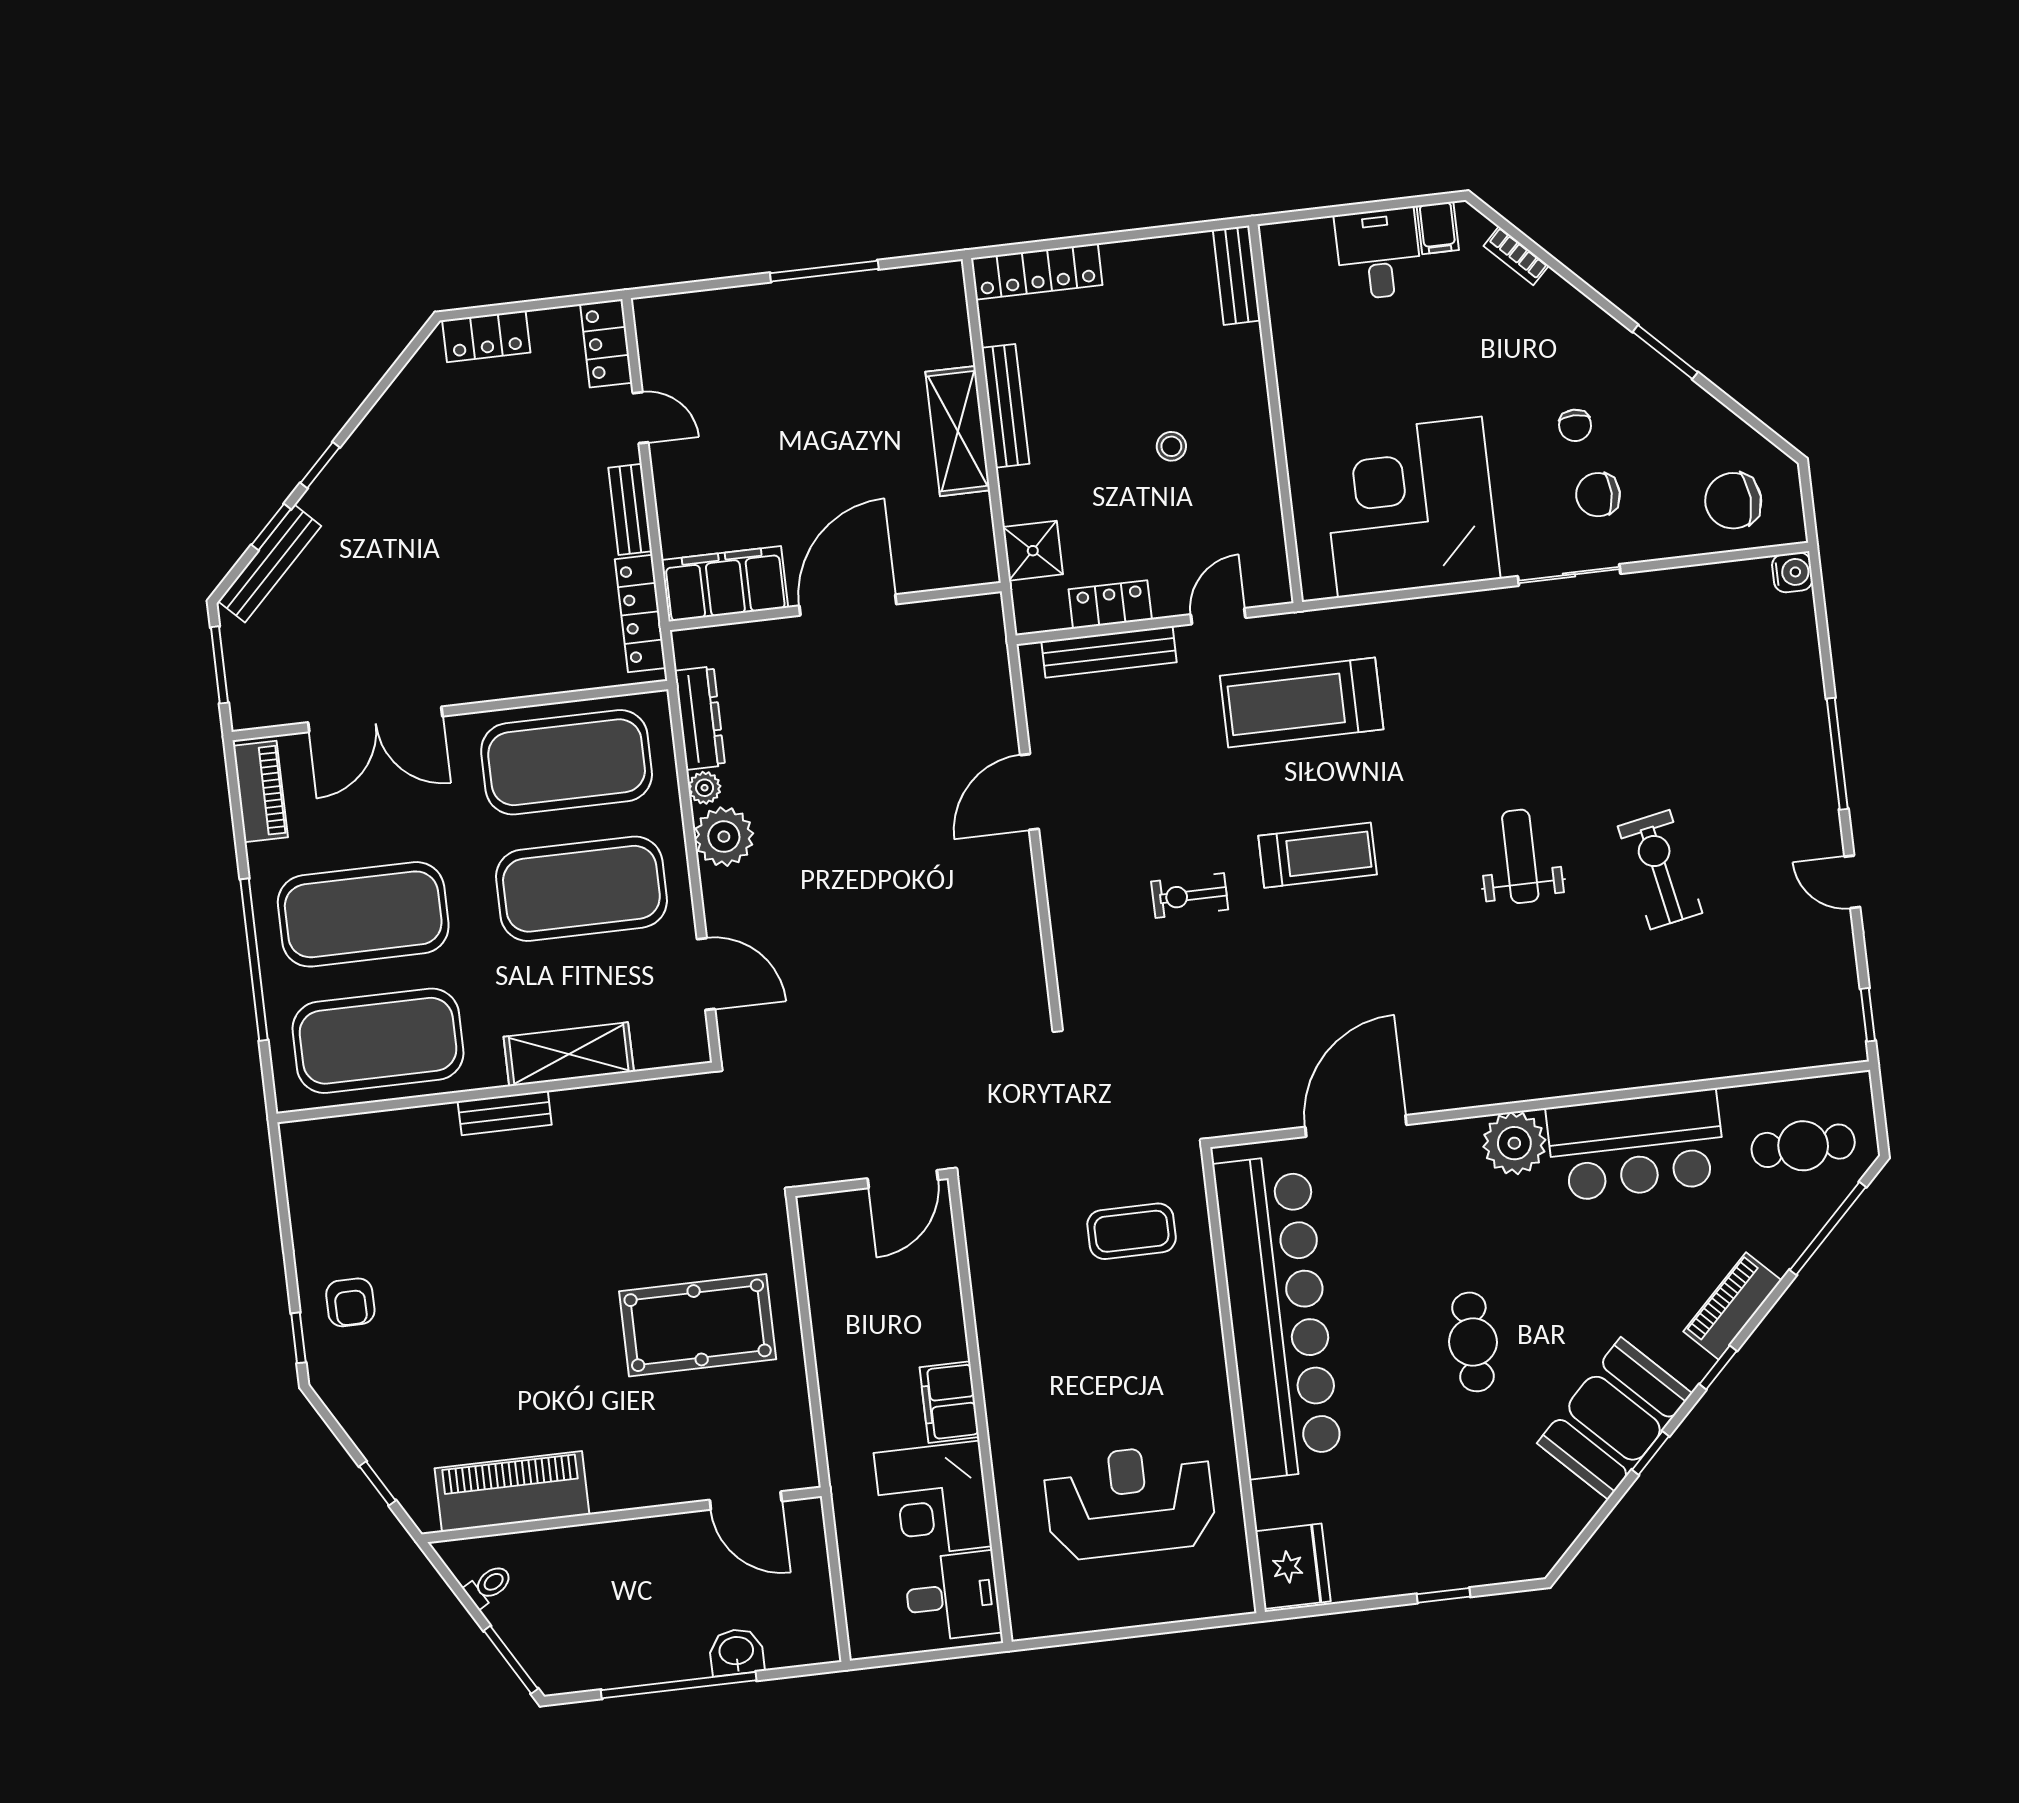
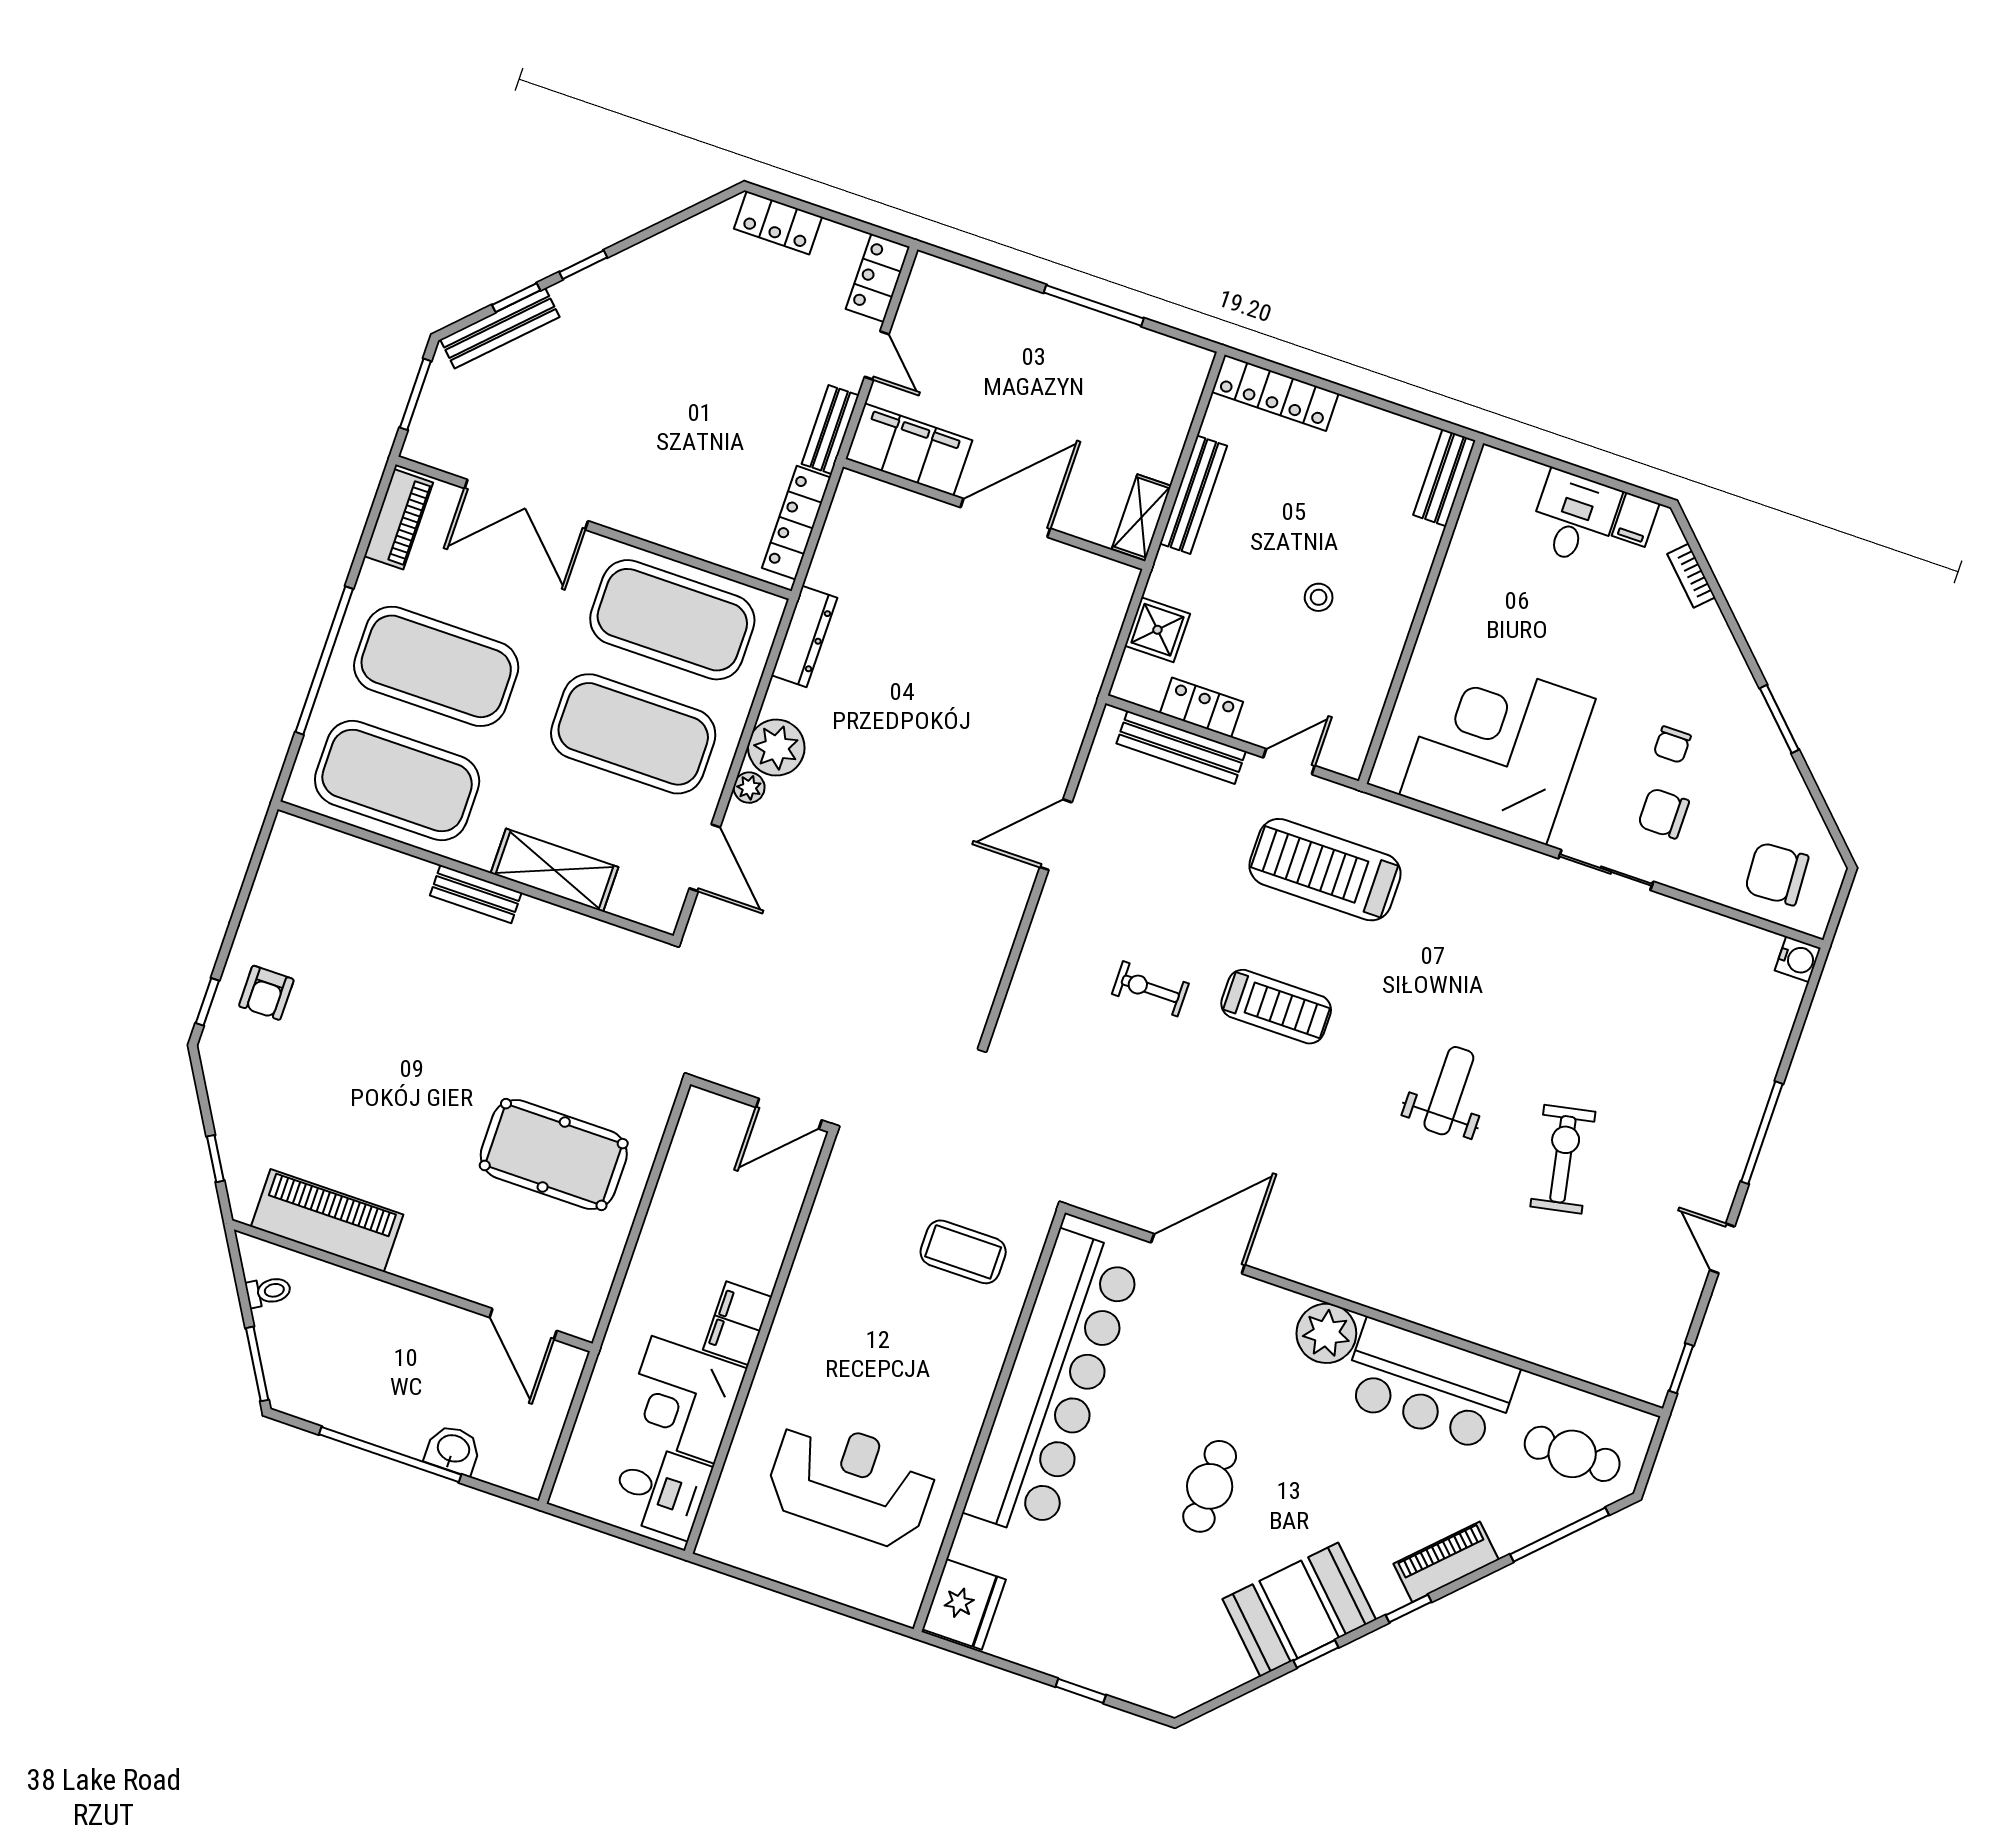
shelving: (958, 431) -> (1141, 517), width x0.67, depth x0.75
filing cabinet: (725, 584) -> (909, 449), moved
door: (848, 605) -> (1005, 518), moved
wall: (835, 606) -> (994, 514), moved
plant: (705, 788) -> (749, 788), moved

